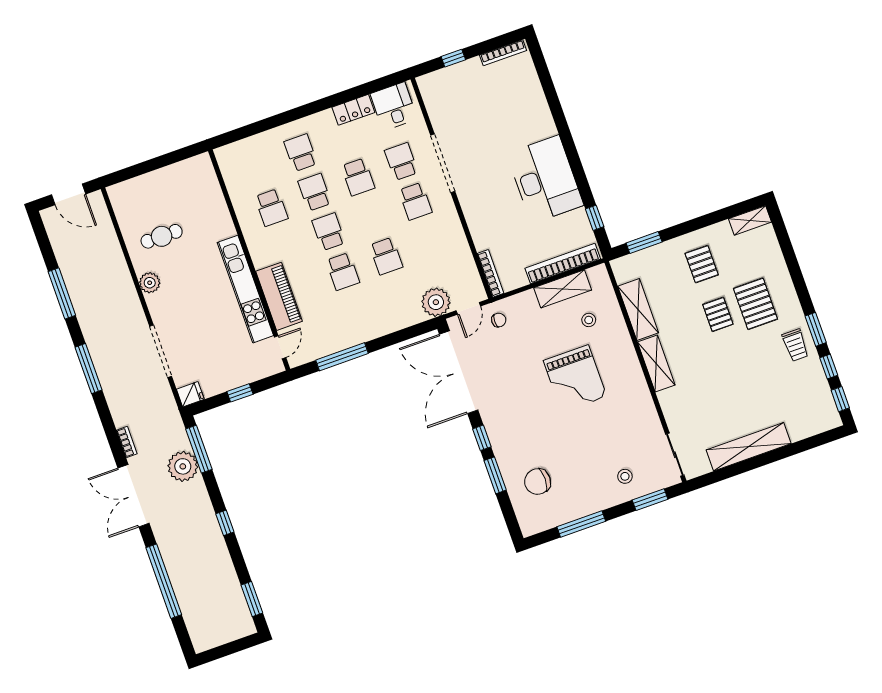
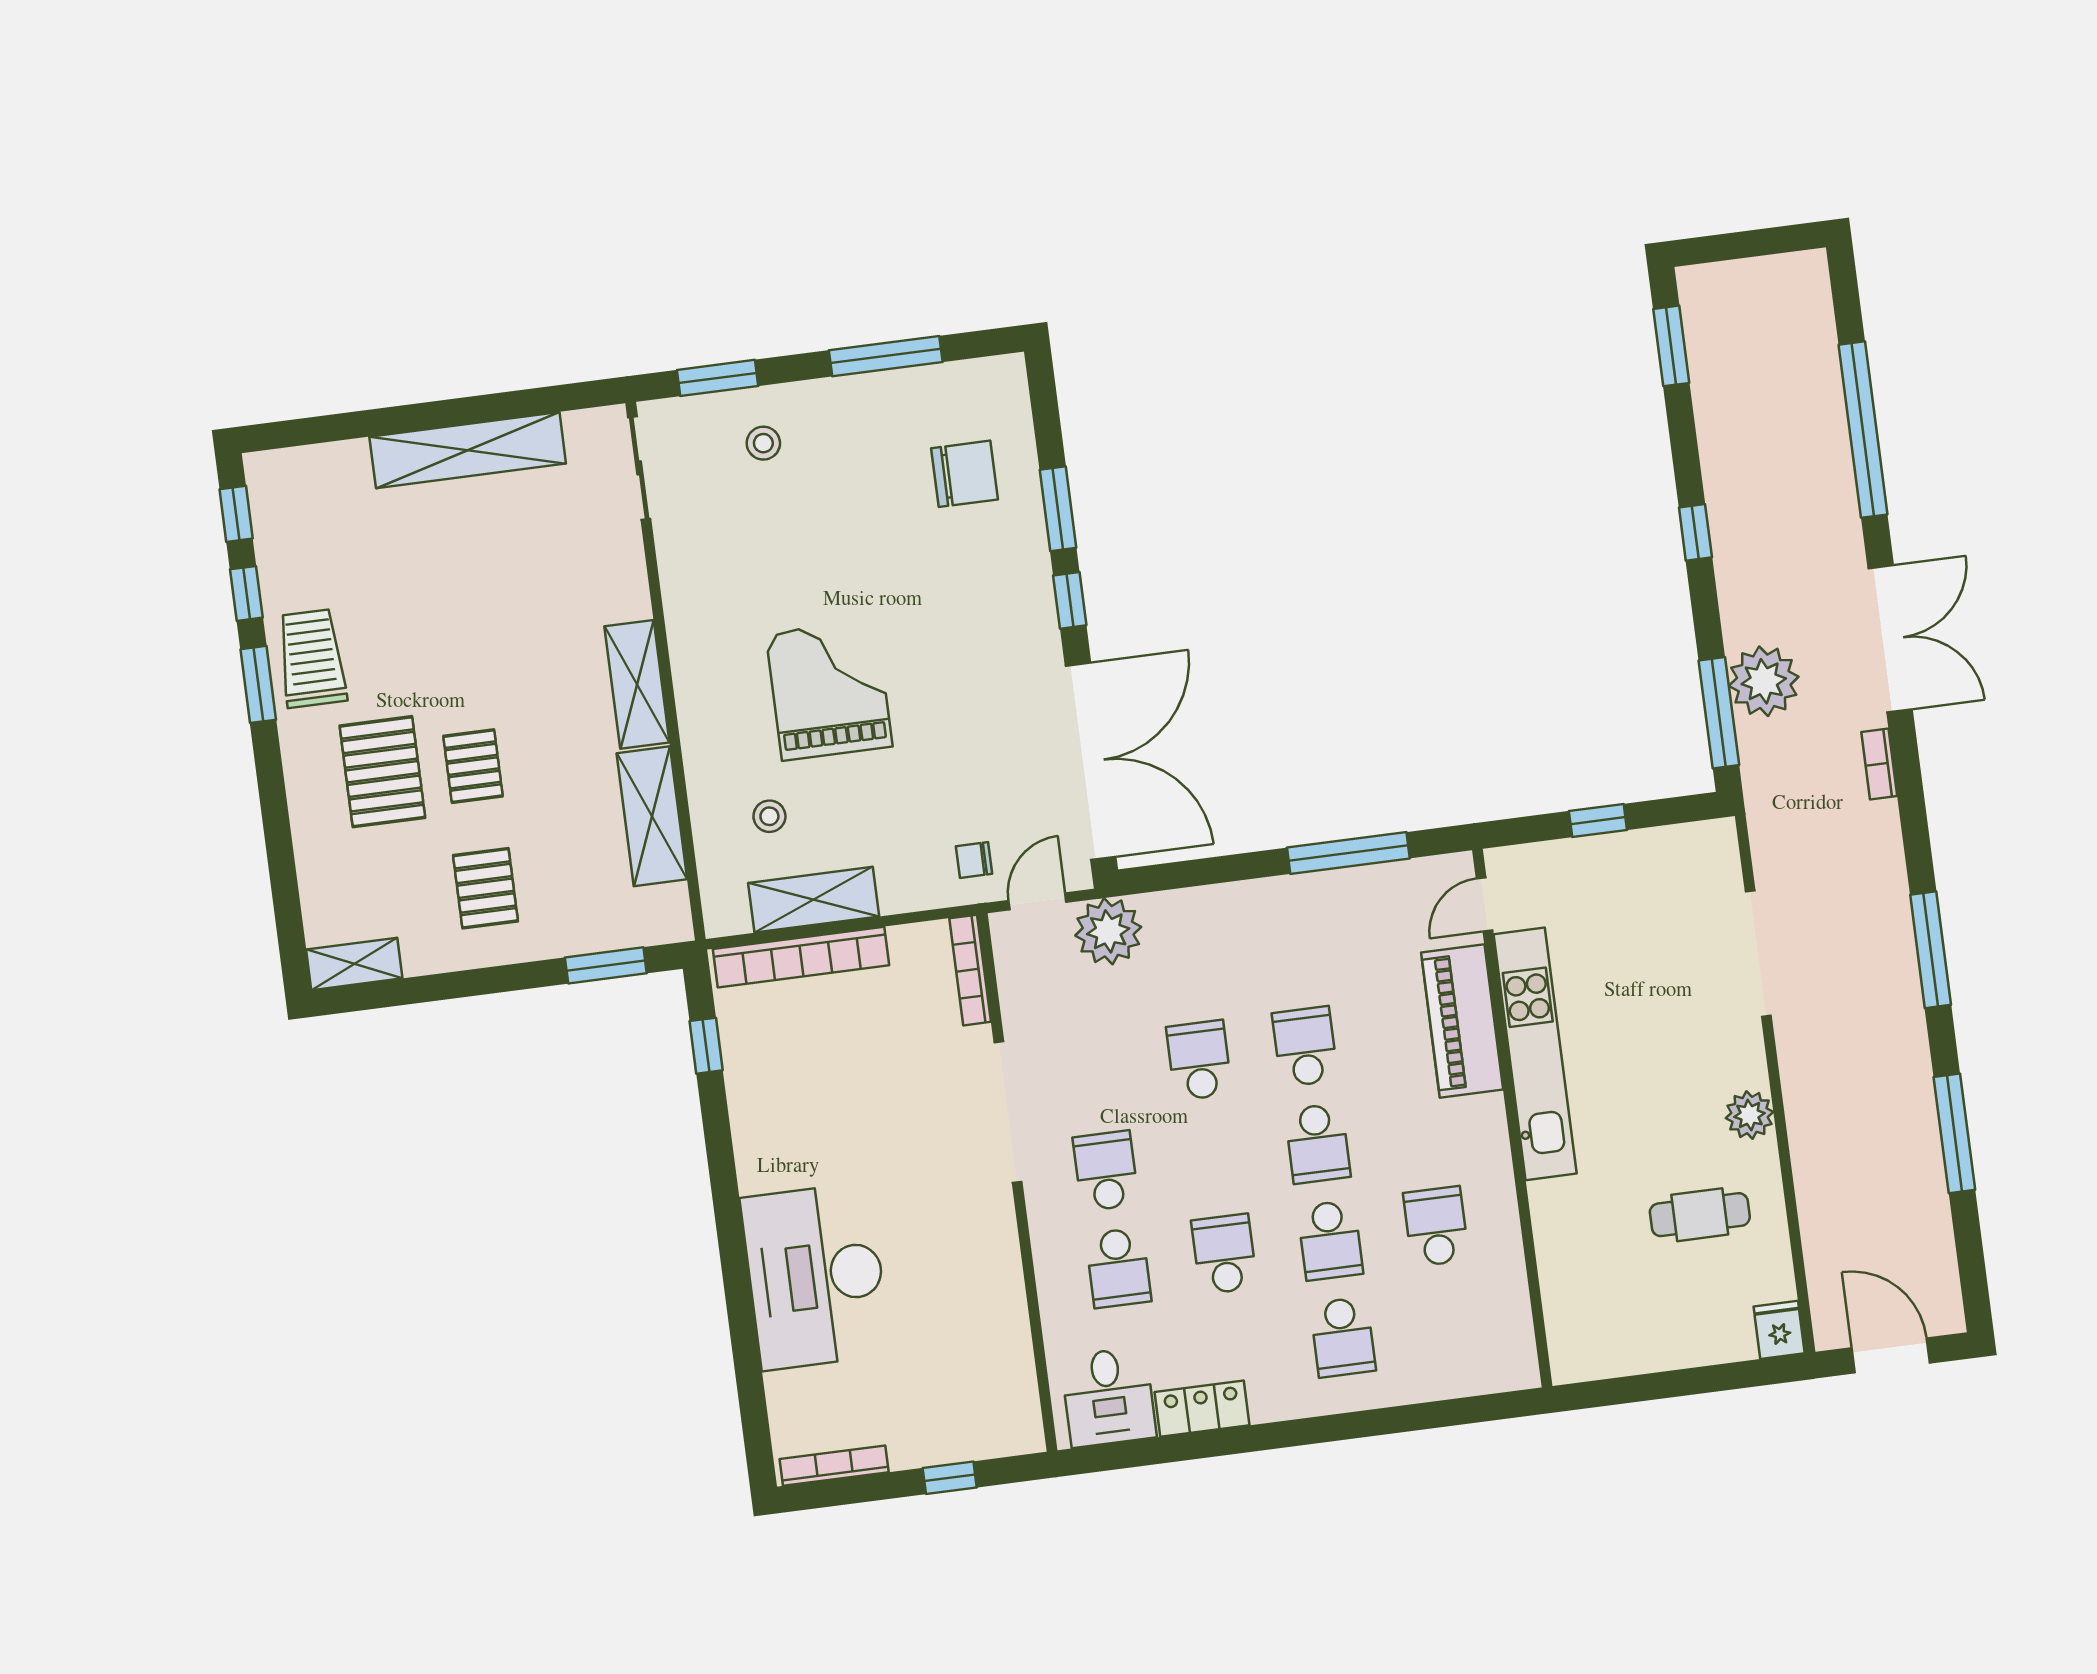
doorway: (443, 163) -> (1008, 1112), moved
desk: (545, 179) -> (816, 1276), moved
trolley: (795, 345) -> (312, 658), width x1.36, depth x1.39
fridge: (190, 394) -> (1779, 1330), moved, turned 90

